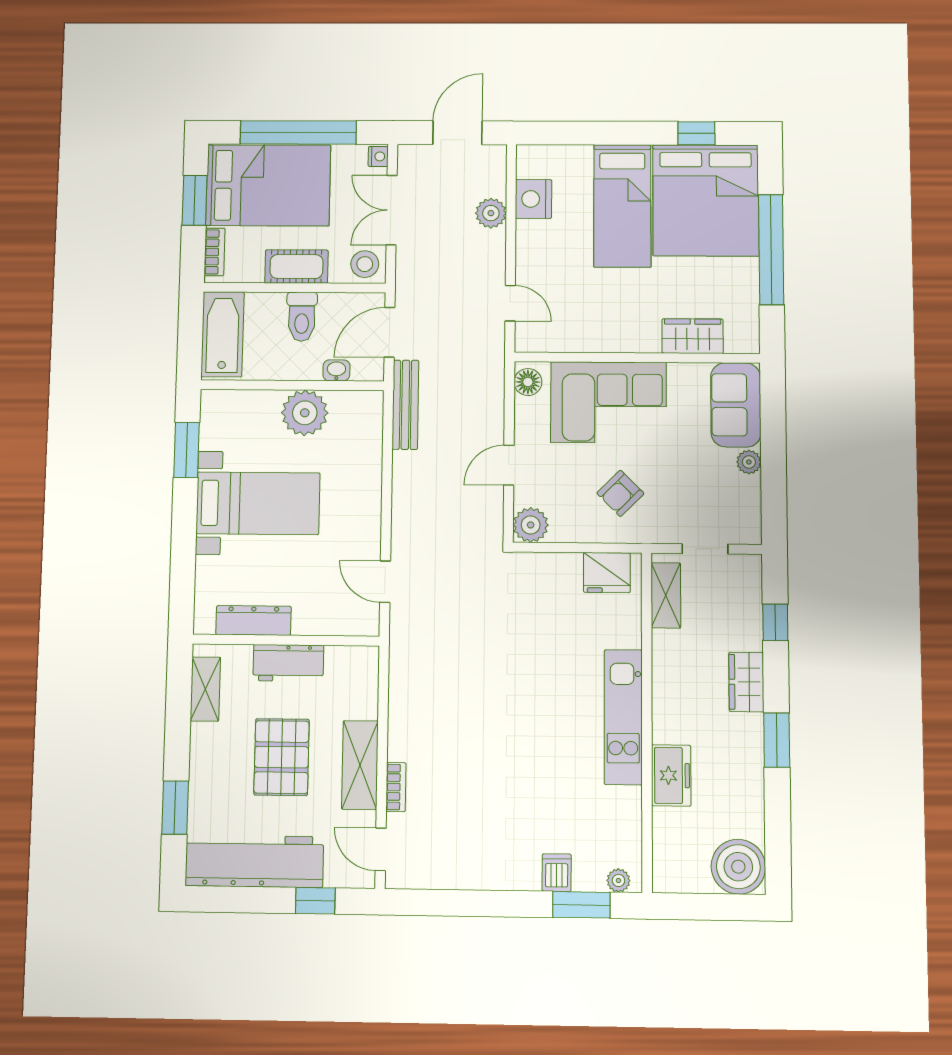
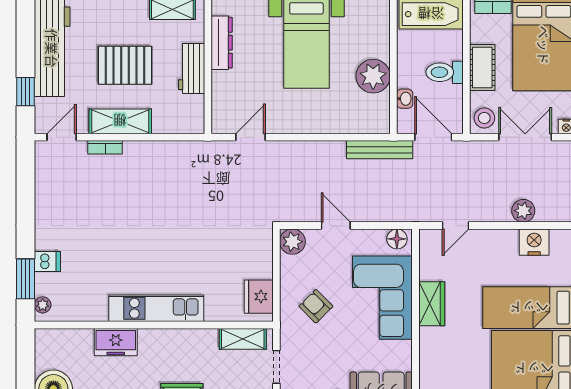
wardrobe: (693, 336) -> (432, 304), moved

